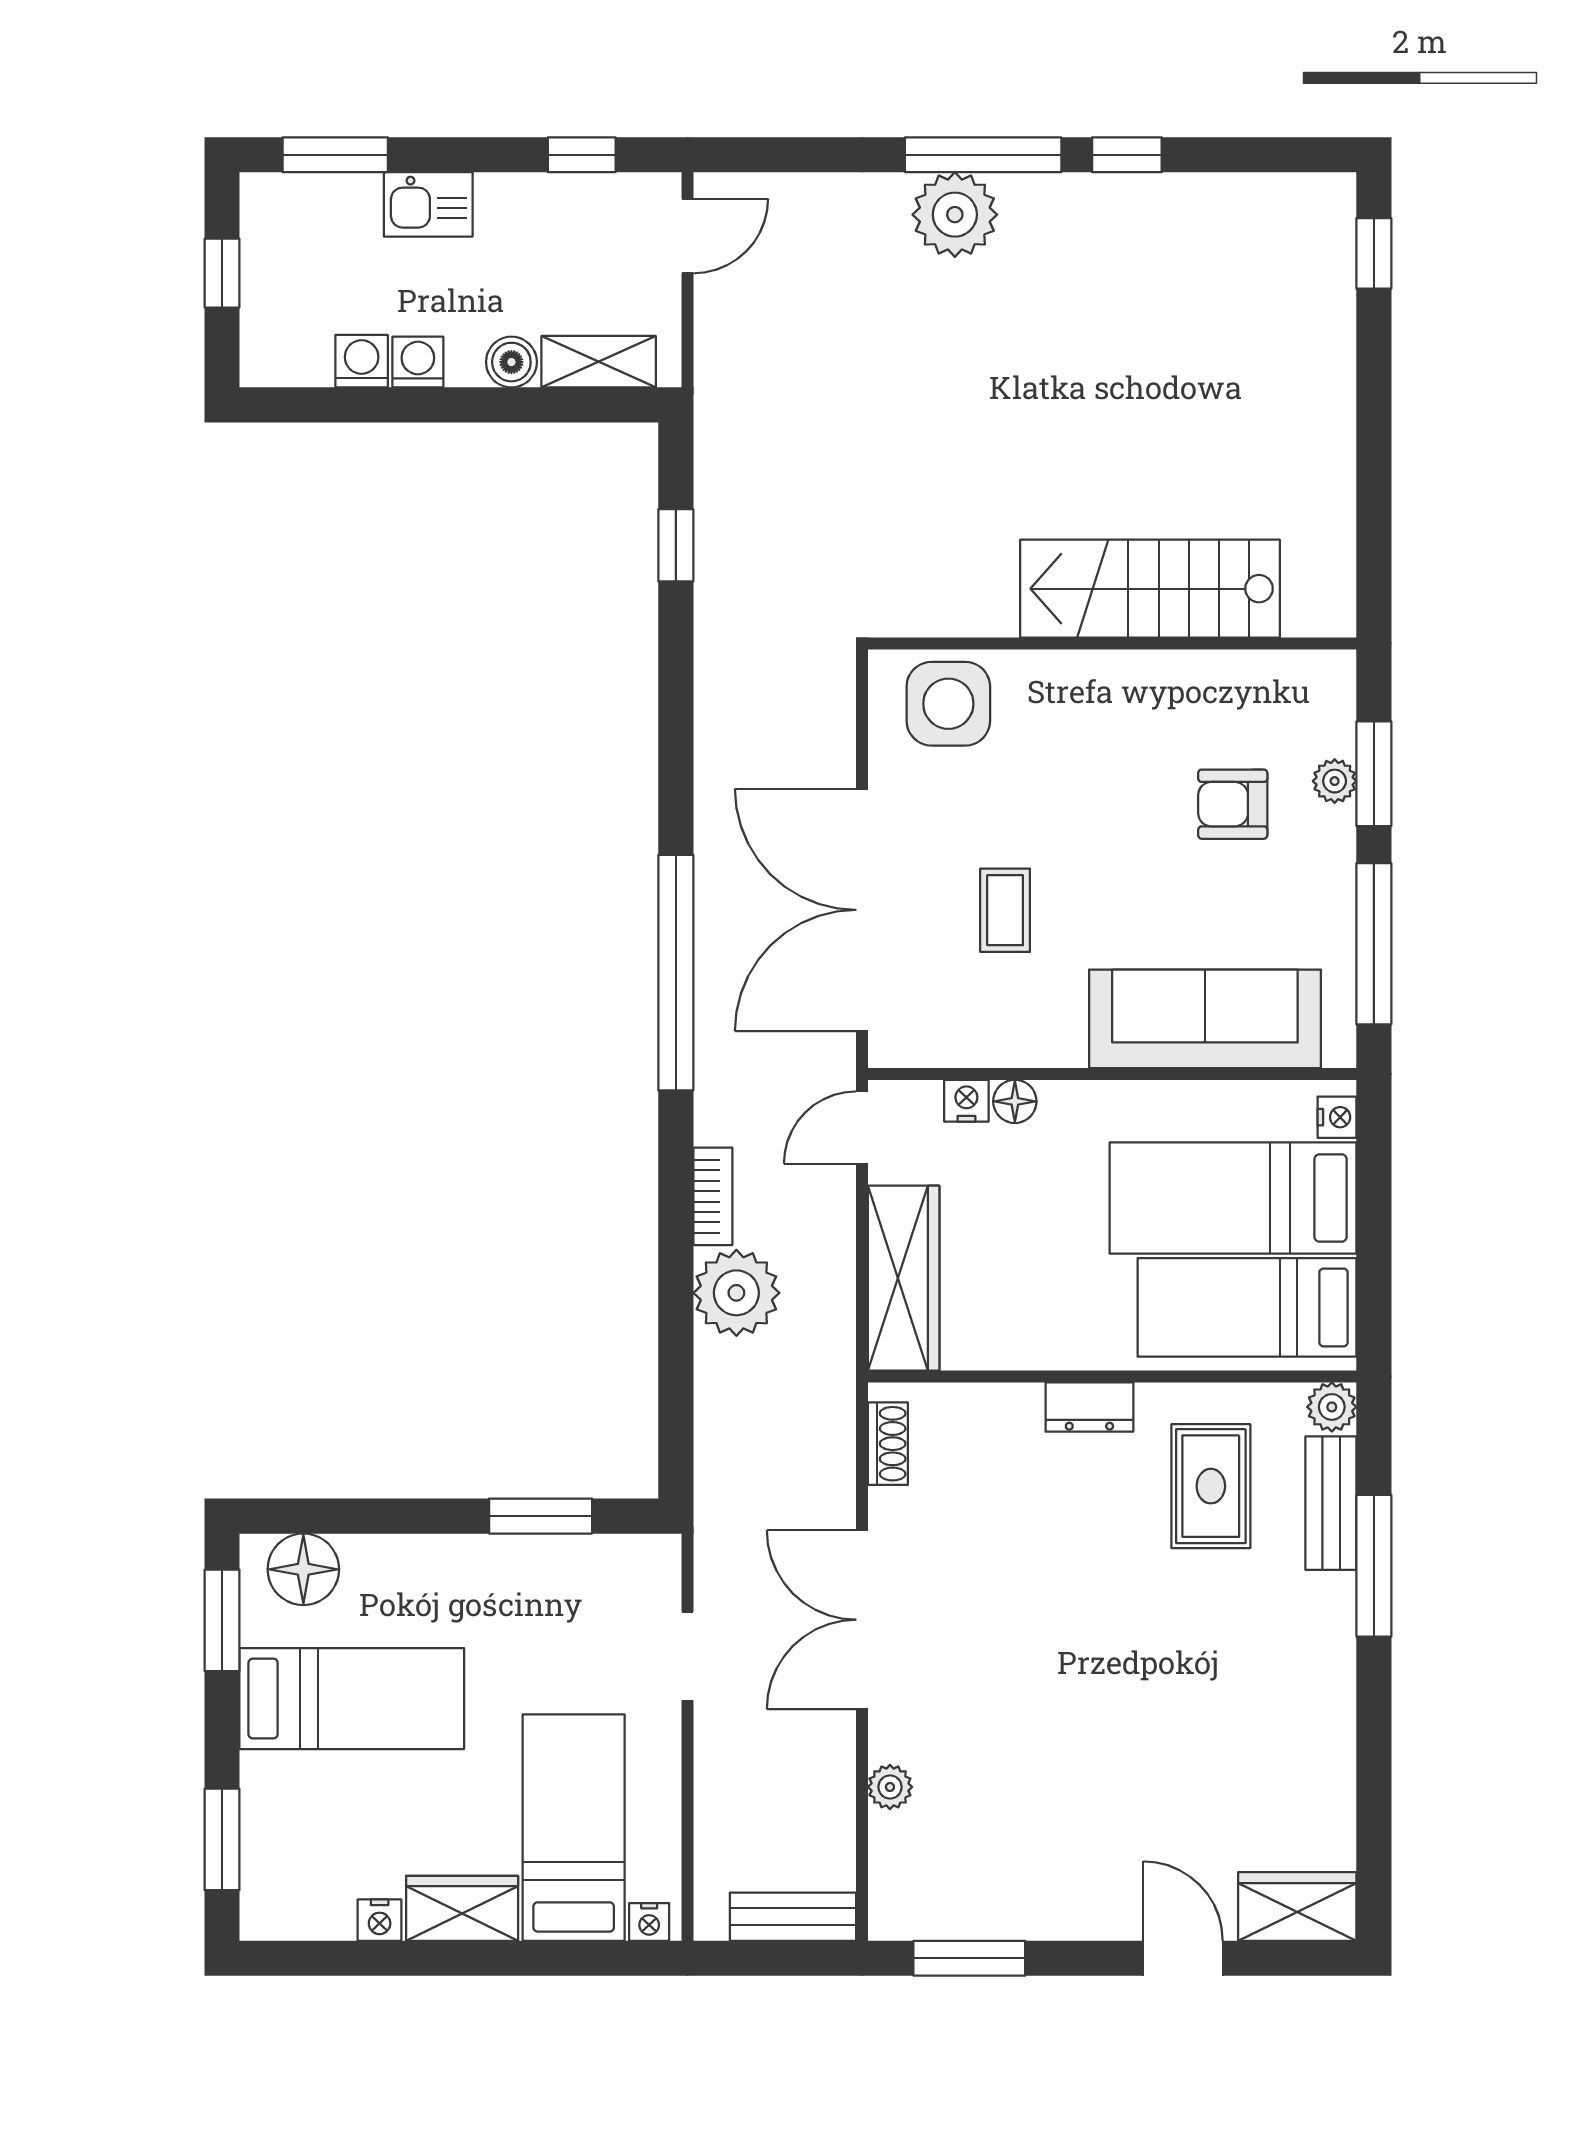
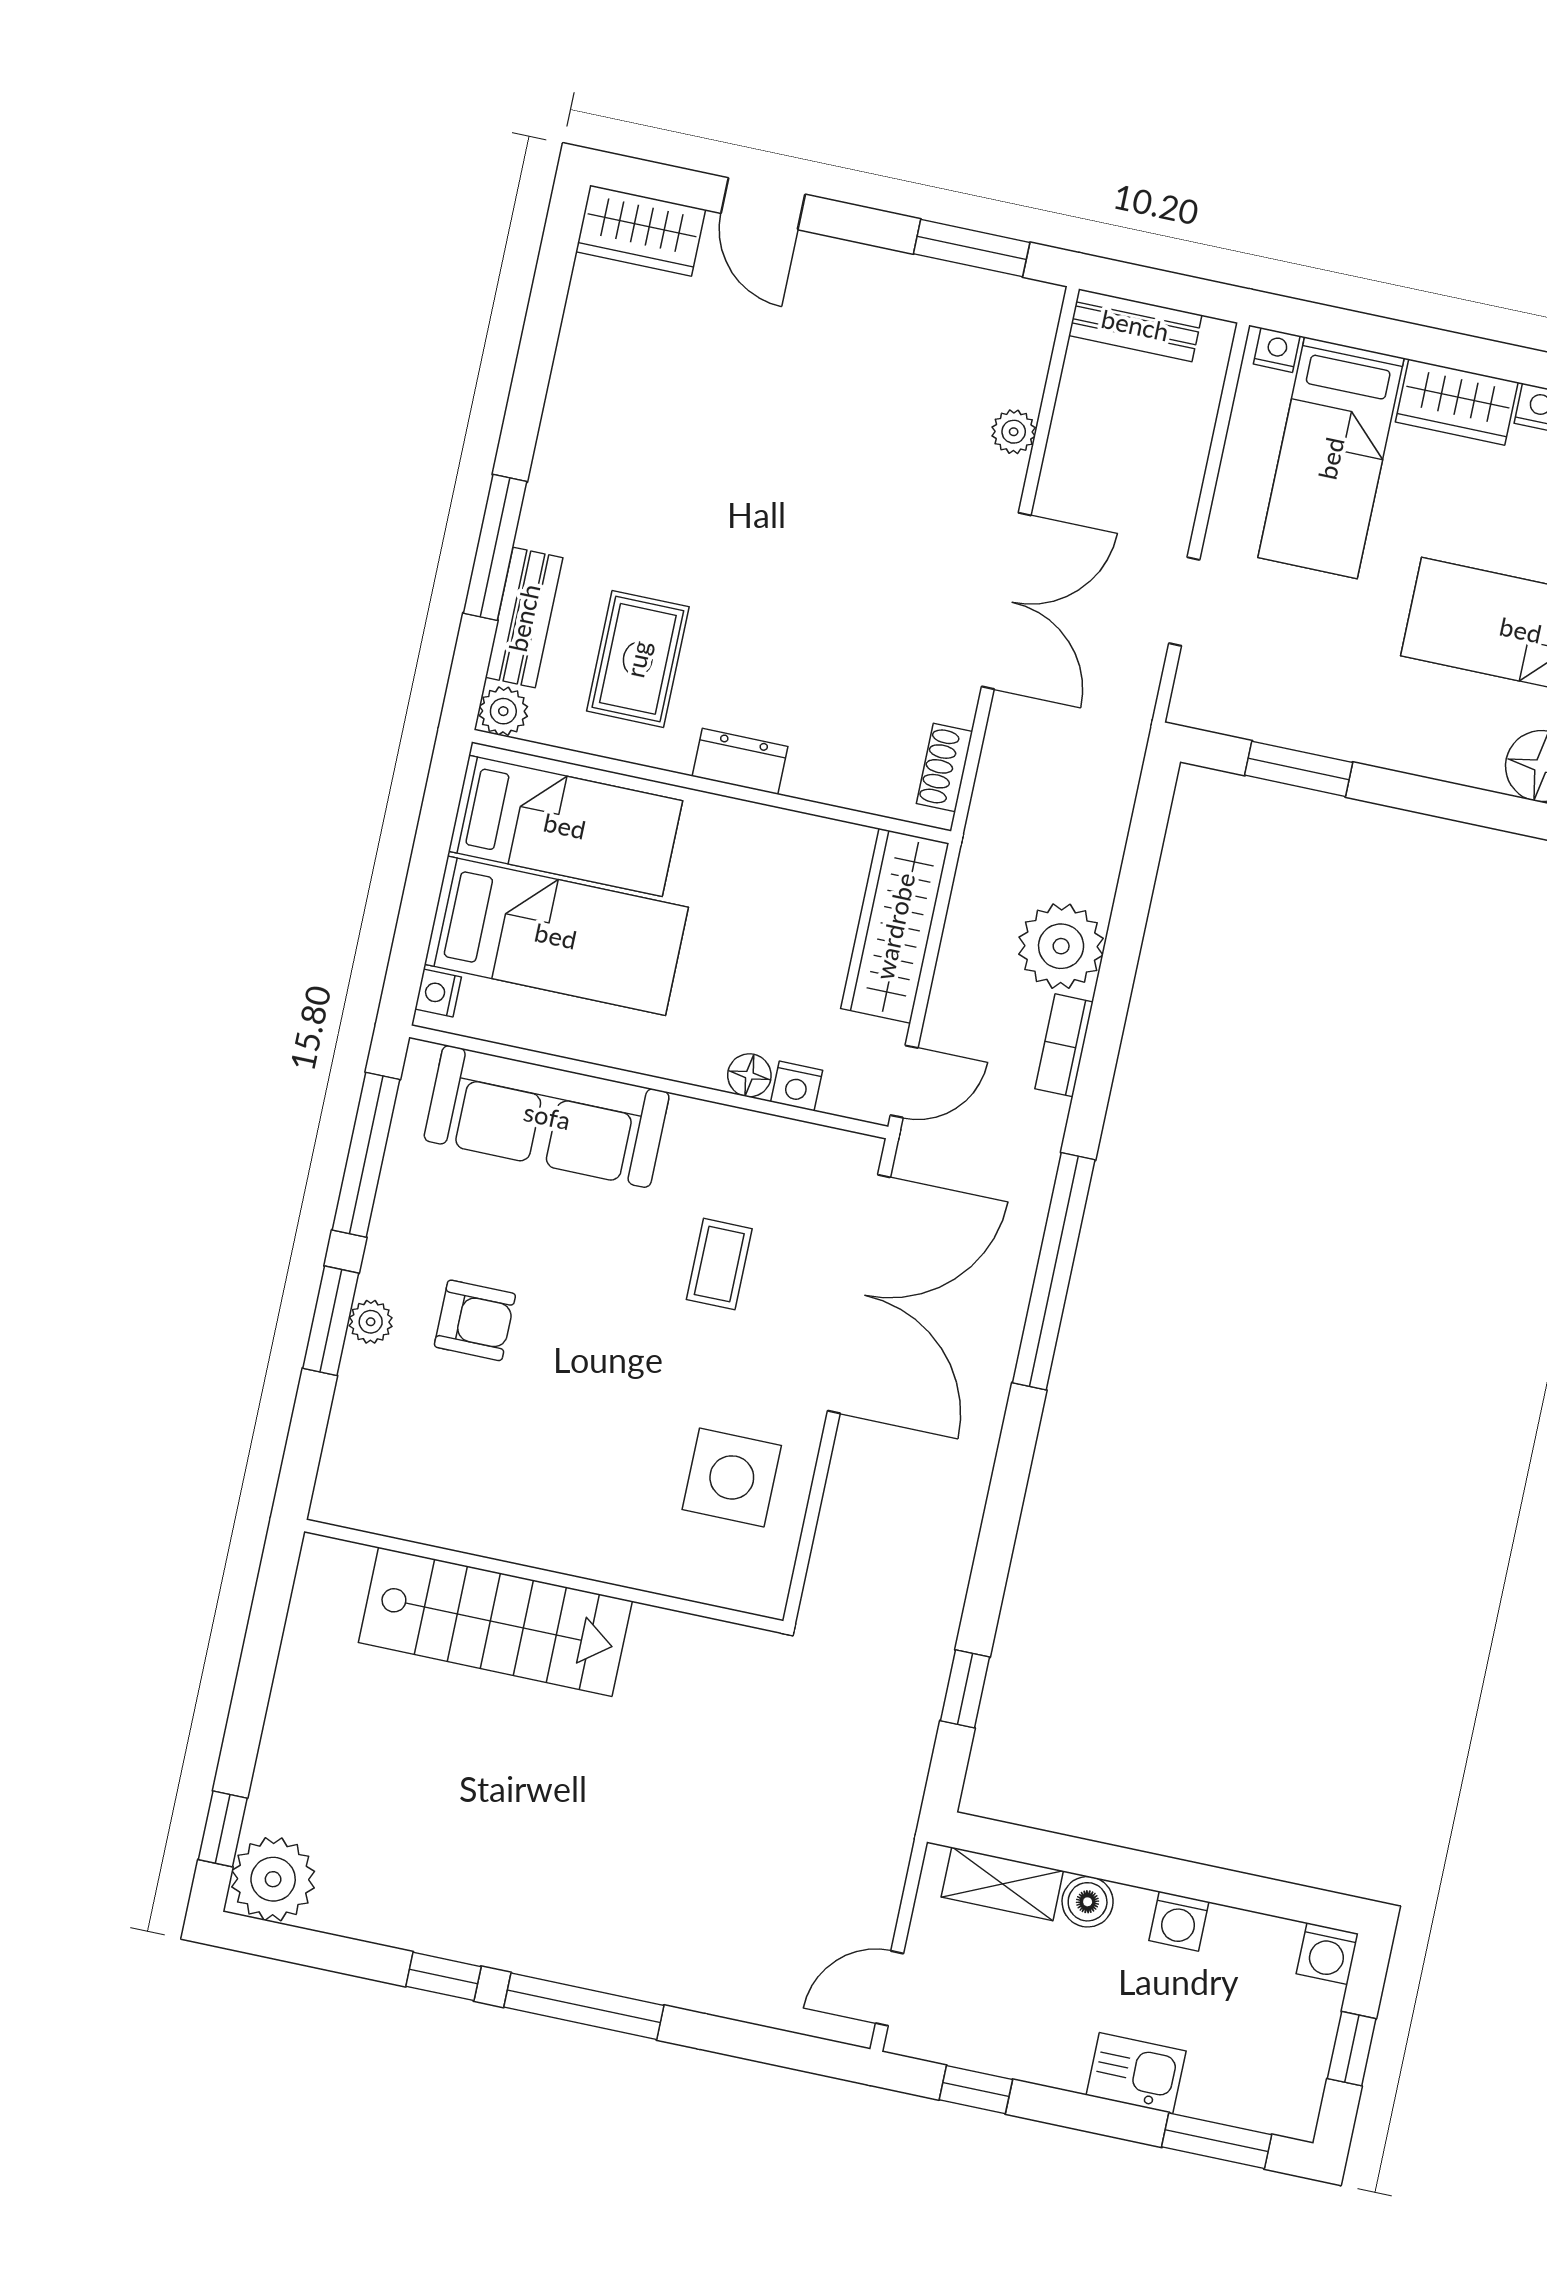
plant: (955, 215) -> (273, 1879), moved
washing machine: (362, 361) -> (1327, 1954), moved
stairs: (1150, 589) -> (495, 1622), moved
wall: (1112, 643) -> (544, 1576), moved

